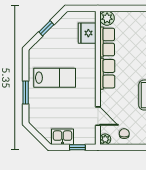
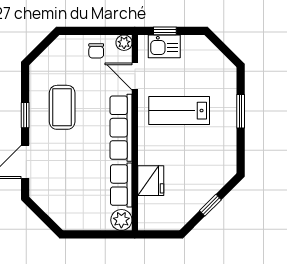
fridge: (87, 33) -> (151, 181), moved
row of seats: (107, 74) -> (121, 128), width x1.48
lab bench: (55, 78) -> (179, 111), moved
kitchen sink: (62, 137) -> (164, 46), moved

